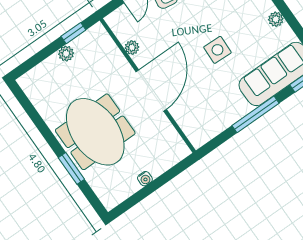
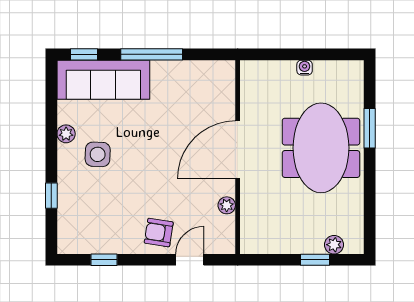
window: (73, 33) -> (315, 260), moved
side table: (217, 50) -> (98, 154), moved
plant: (66, 54) -> (334, 245), moved

